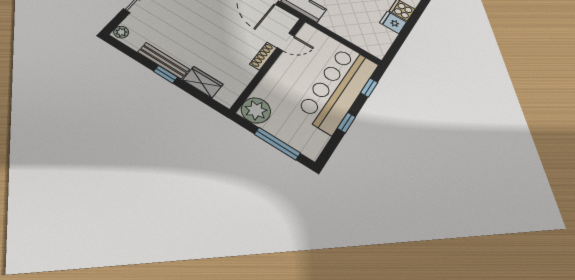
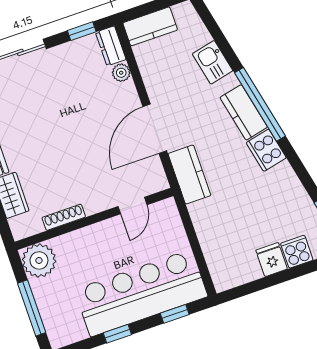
door: (286, 42) -> (132, 206), hinge flipped
shoe rack: (263, 56) -> (64, 217), moved

